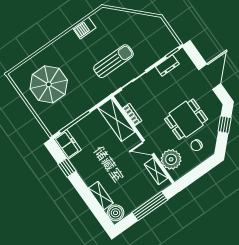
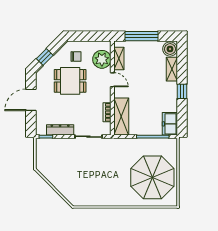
barbecue: (84, 28) -> (97, 200), removed
sun lounger: (113, 61) -> (93, 161), removed
dresser: (167, 65) -> (60, 130), width x1.44
parasol: (49, 84) -> (152, 177), width x1.36, depth x1.36
window: (67, 168) -> (182, 91), moved

